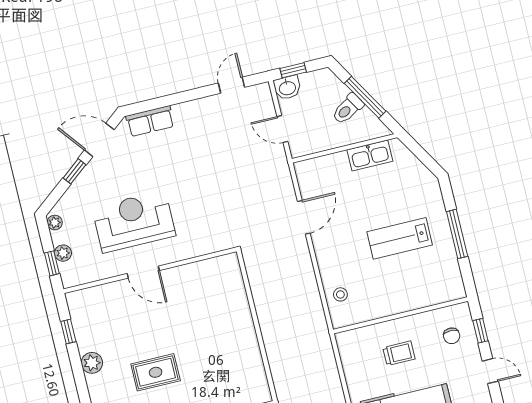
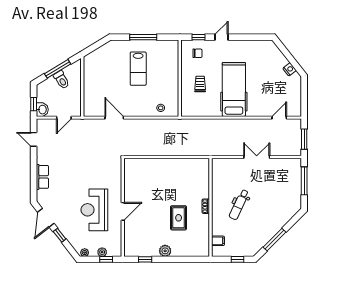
row of seats: (150, 121) -> (42, 177), moved
kitchen sink: (370, 155) -> (90, 74), removed

